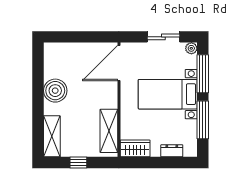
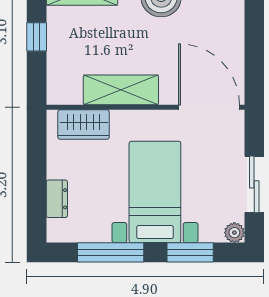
window: (203, 74) -> (190, 252), width x0.69
shelving: (109, 131) -> (121, 90), moved
wardrobe: (135, 148) -> (84, 125), moved, turned 90

